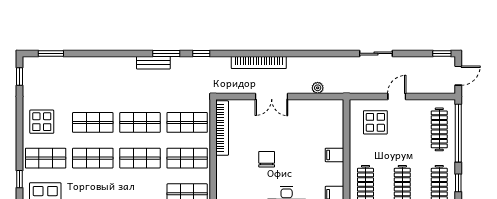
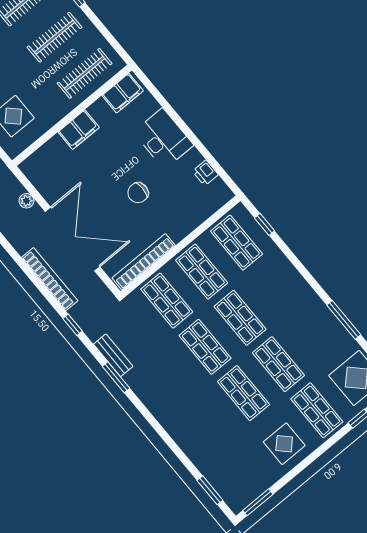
window: (201, 53) -> (72, 325), moved
bench: (153, 63) -> (113, 355), moved
window: (20, 76) -> (258, 502), width x1.50
double door: (272, 96) -> (73, 239), width x1.87
filing cabinet: (334, 155) -> (79, 130), width x2.00

